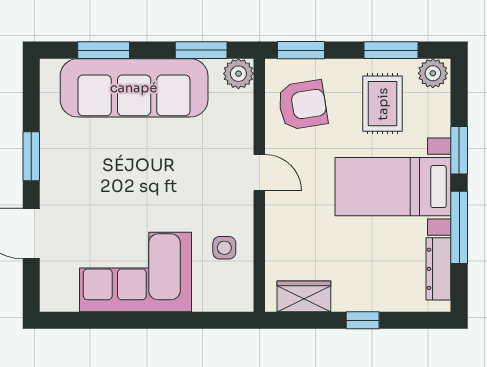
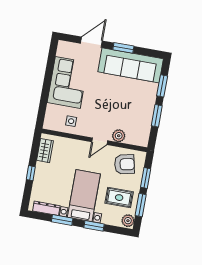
window: (201, 50) -> (157, 116), moved
window: (301, 50) -> (146, 178), moved
plant: (238, 74) -> (119, 136), moved
sofa: (134, 88) -> (131, 65), moved, turned -90
armchair: (303, 105) -> (124, 164), turned -93
window: (459, 227) -> (62, 220), width x0.69

